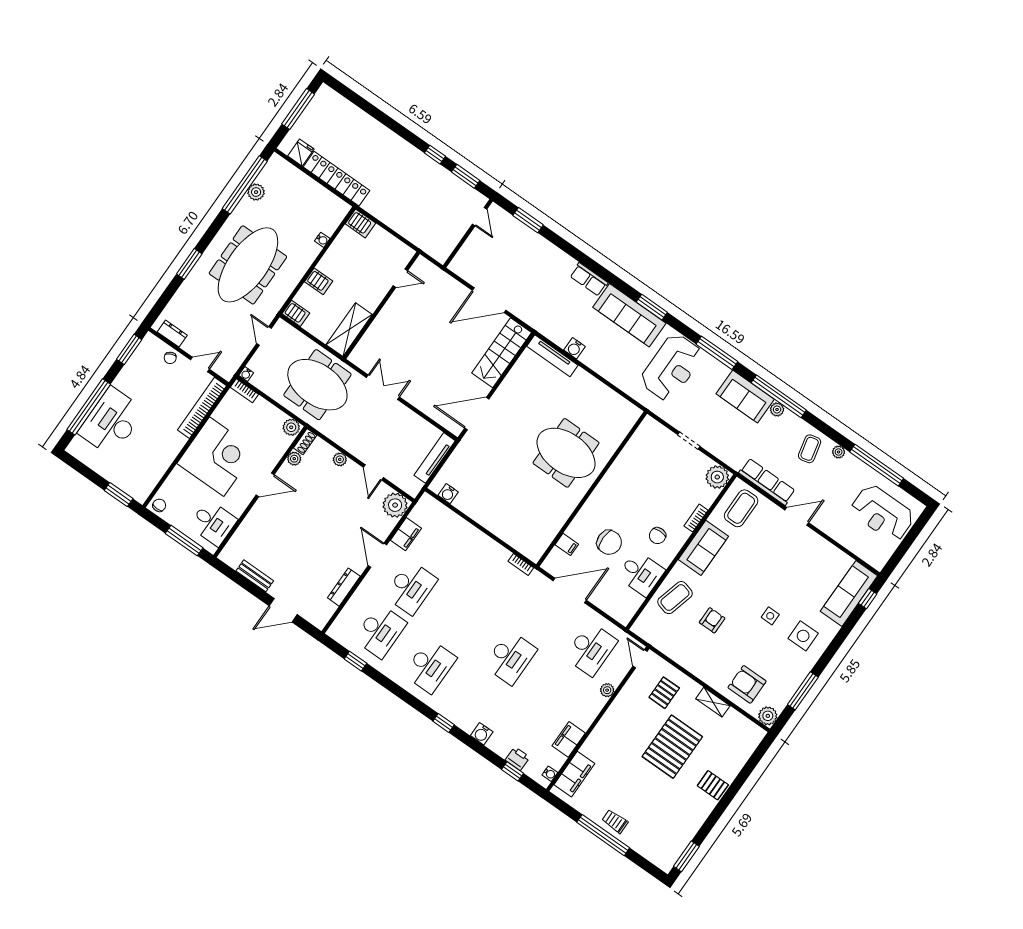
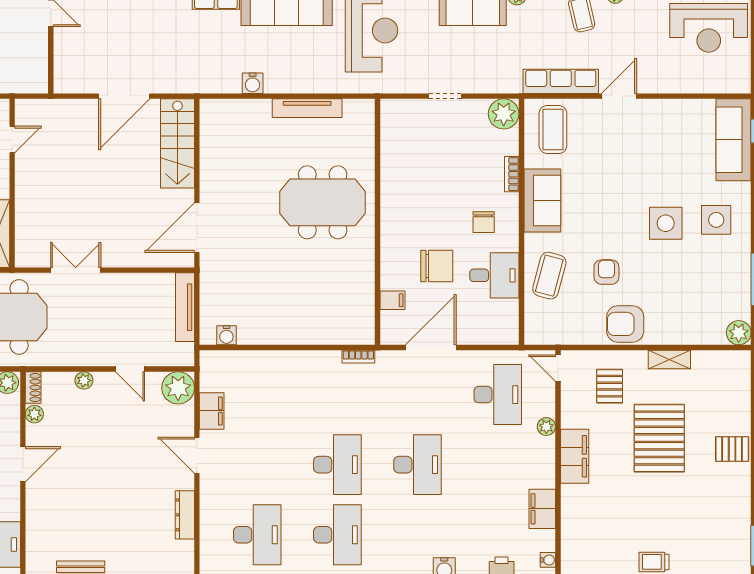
tv unit: (552, 356) -> (307, 108), moved
desk: (411, 587) -> (337, 465), moved
side table: (770, 616) -> (666, 223), width x1.87, depth x1.87
armchair: (747, 684) -> (625, 324), moved
filing cabinet: (574, 774) -> (575, 456), moved

